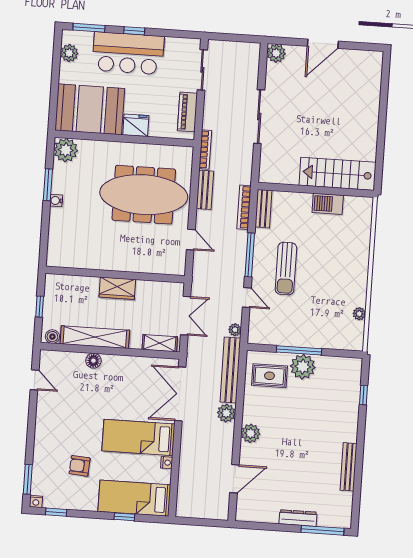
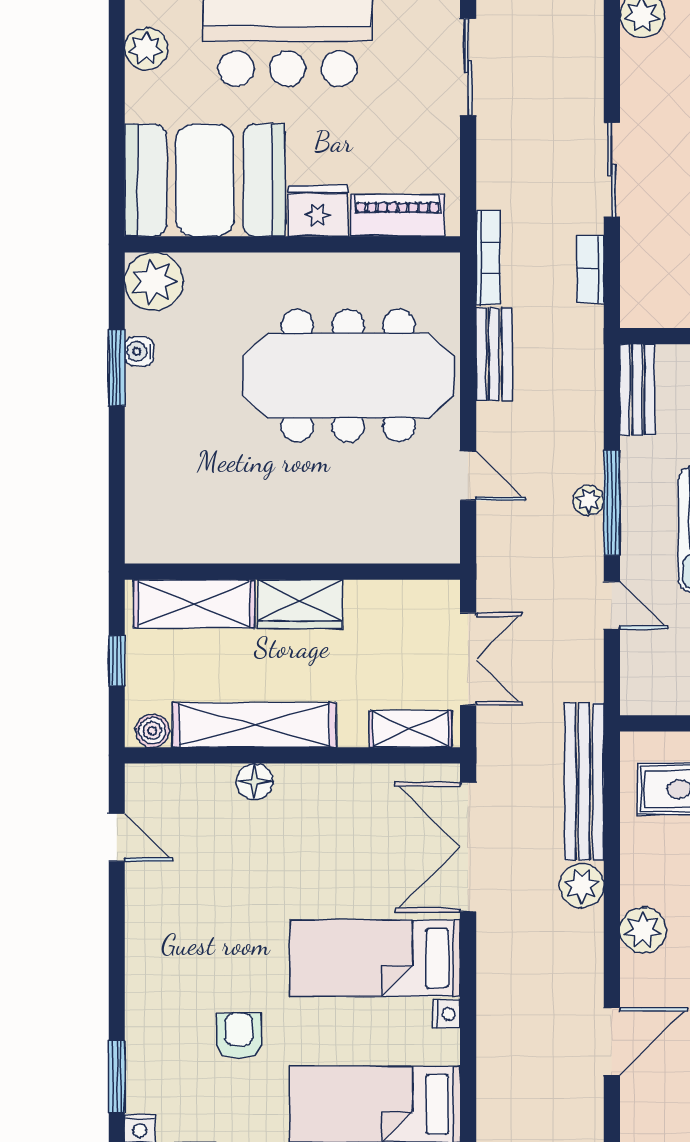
piano: (187, 112) -> (398, 215), moved, turned 90
sliding door: (259, 117) -> (612, 170), width x0.73
water cooler: (56, 201) -> (139, 351), moved
bookcase: (244, 207) -> (590, 269), moved, width x0.64
shelving: (73, 285) -> (194, 604), added
plant: (235, 330) -> (589, 500), moved
armchair: (80, 466) -> (239, 1036), turned 86

